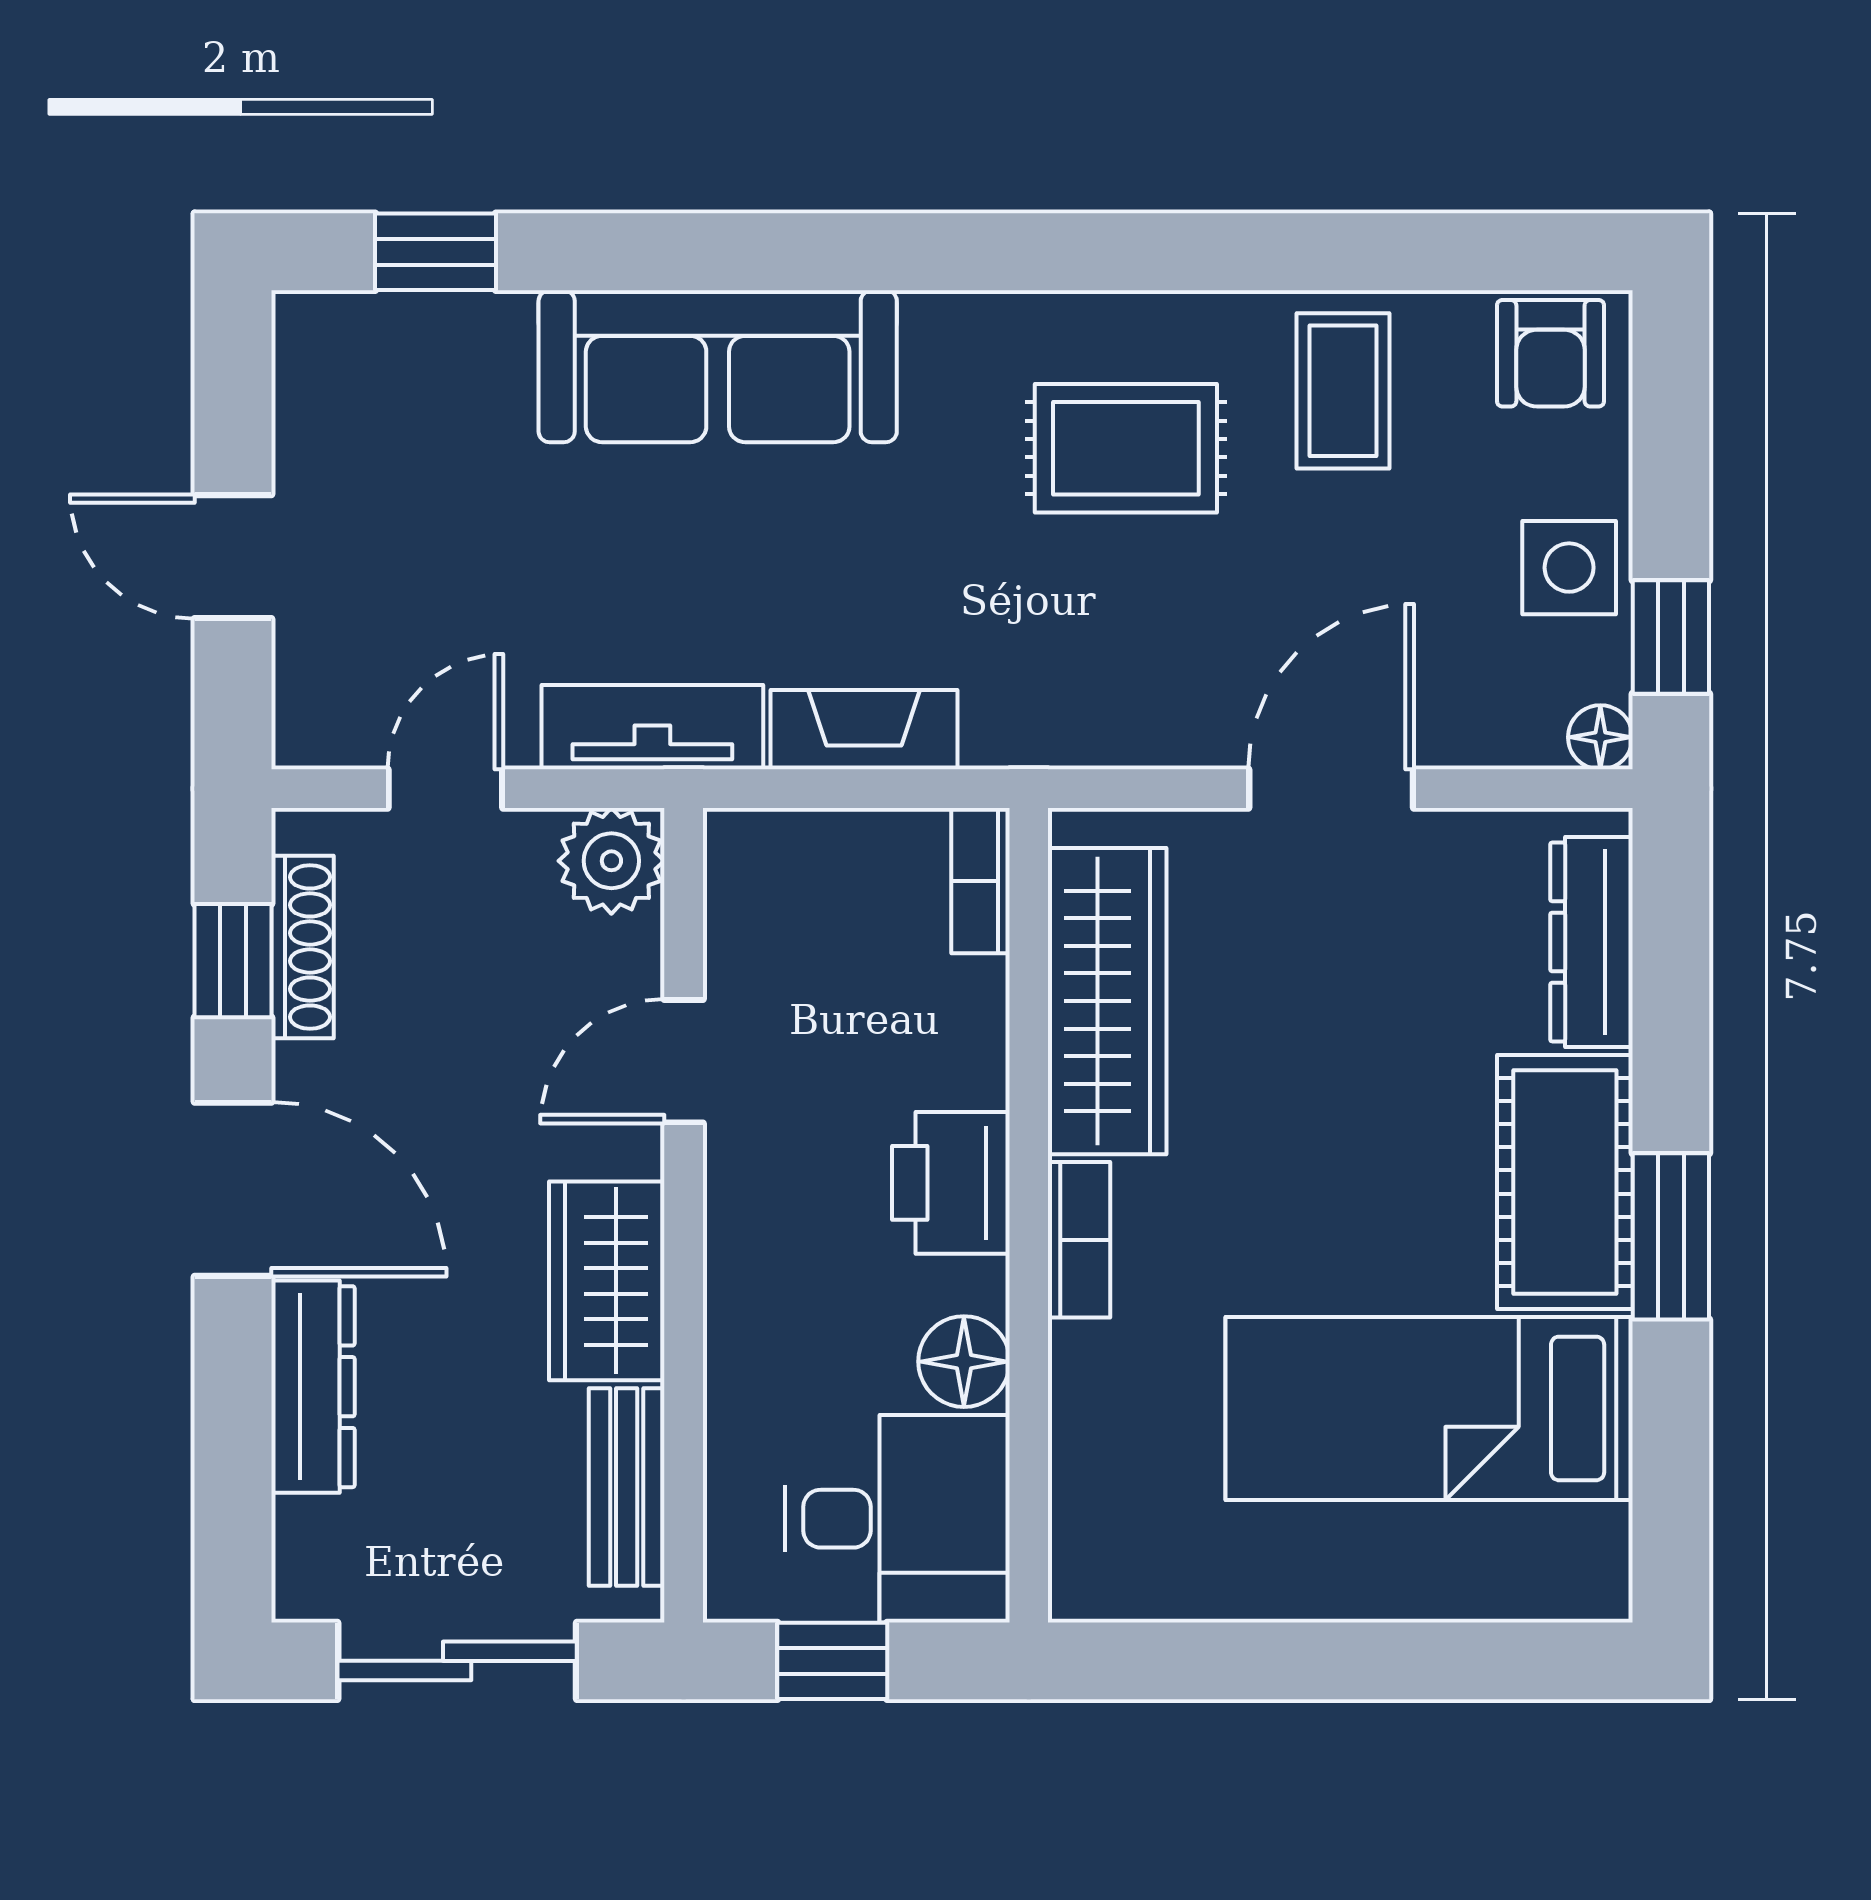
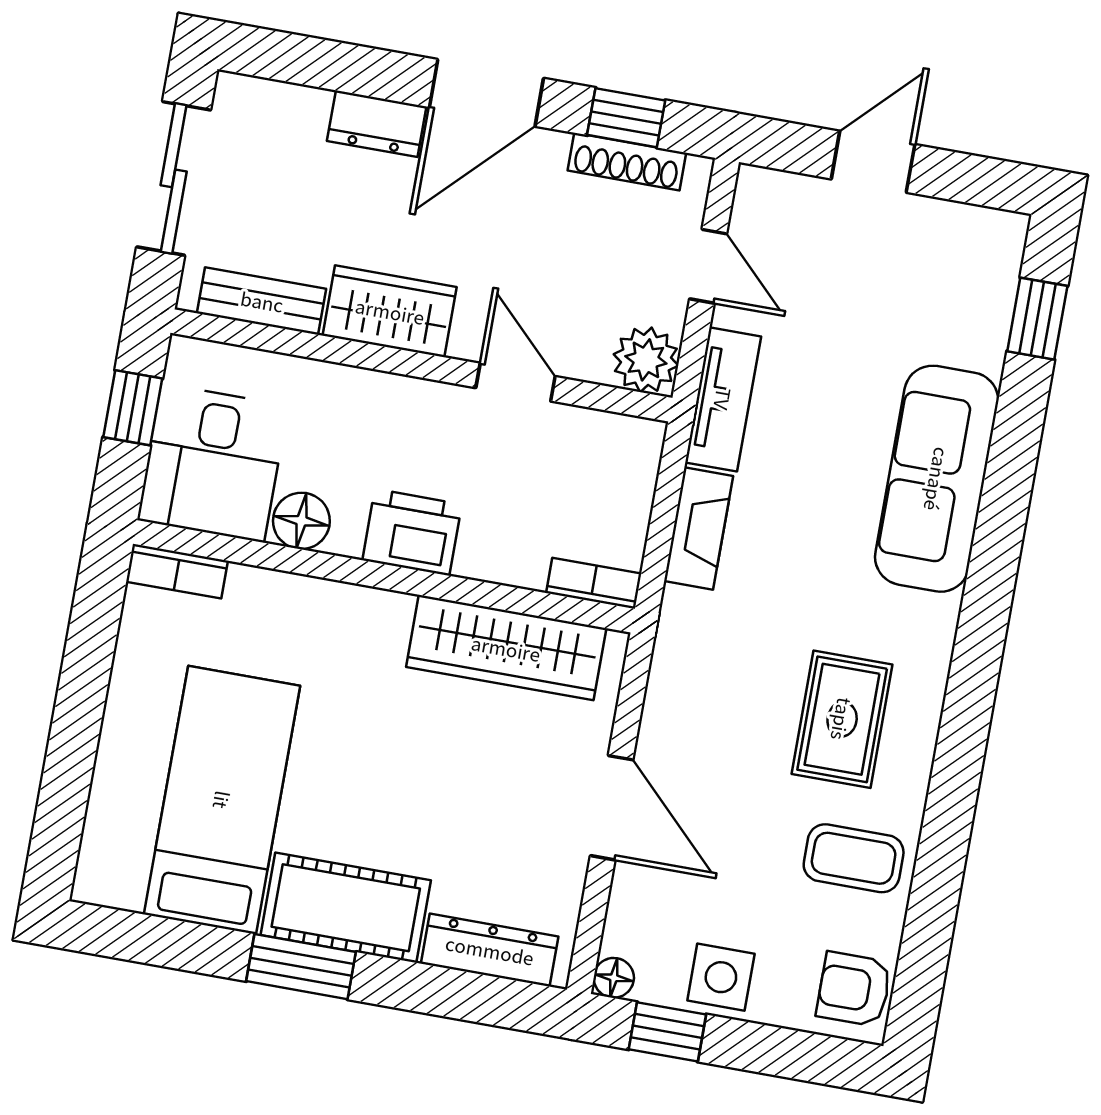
bookcase: (1079, 1240) -> (177, 571), moved
dresser: (313, 1387) -> (377, 124), width x0.70

